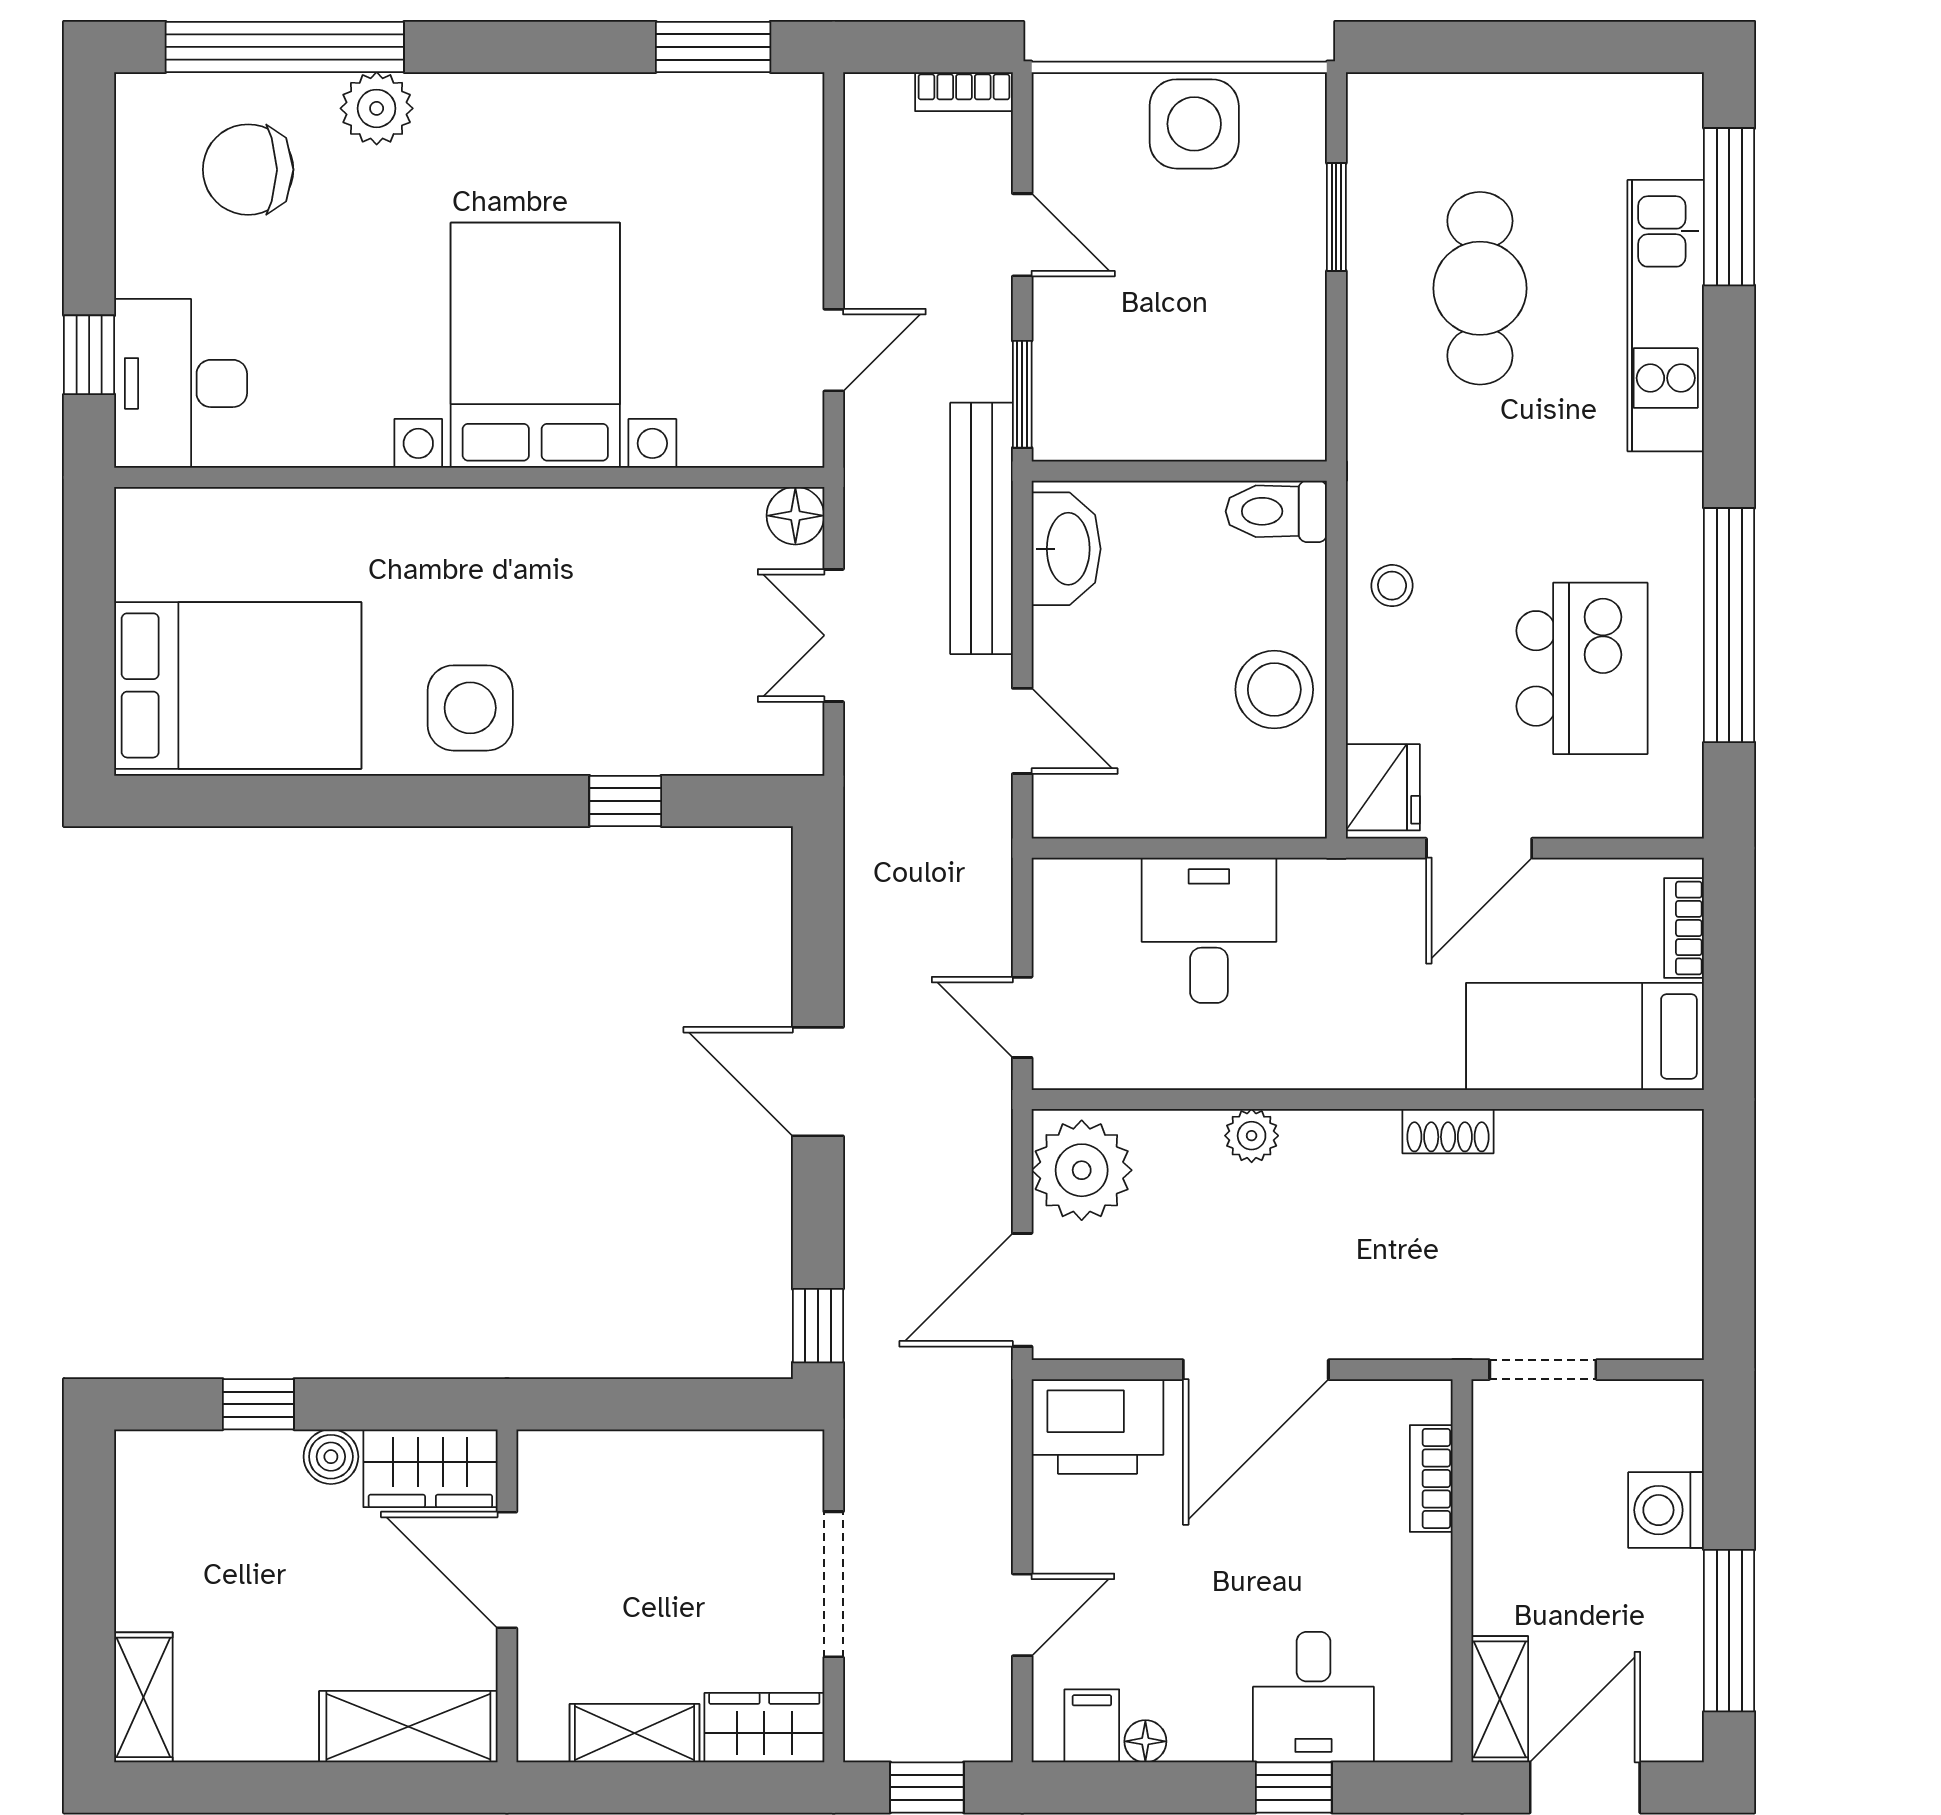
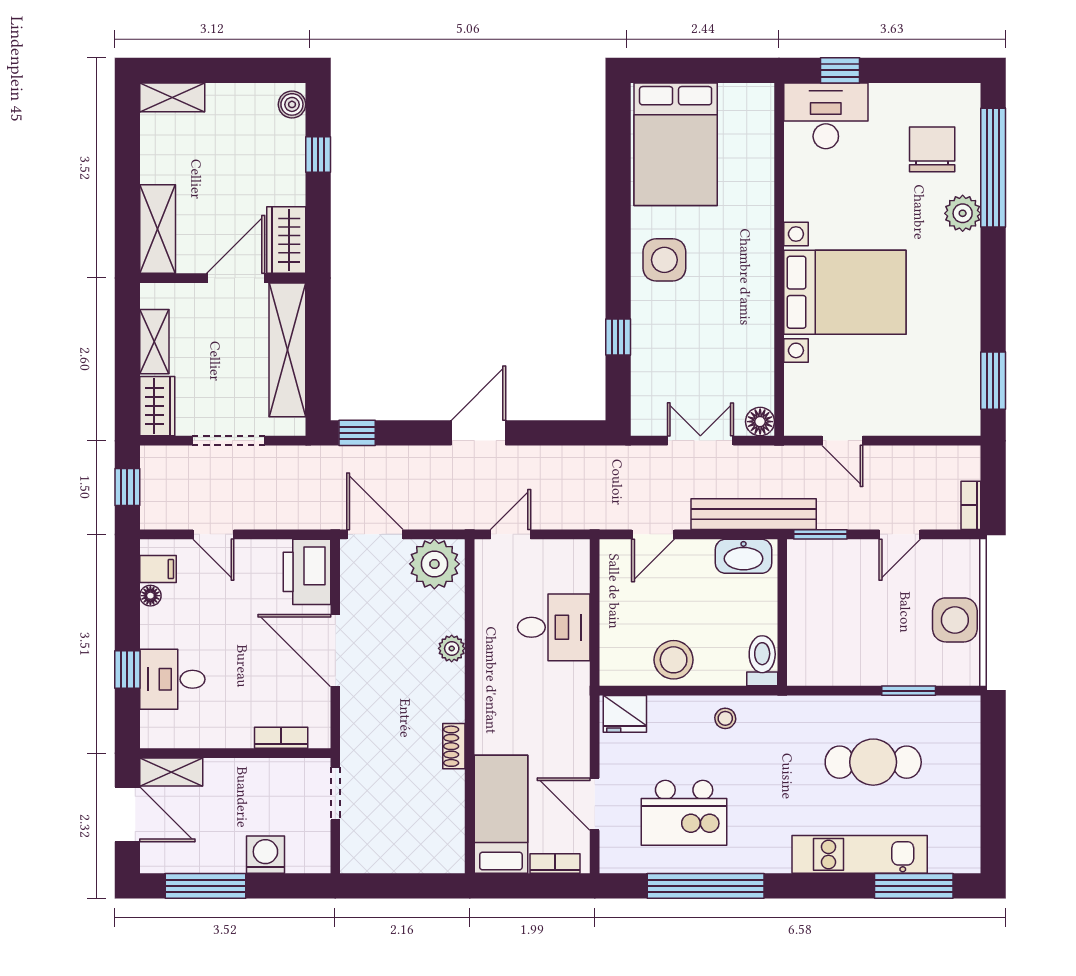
door: (1479, 848) -> (595, 804), moved
boiler: (331, 1457) -> (292, 104), moved
shelving: (651, 1466) -> (287, 350), added

